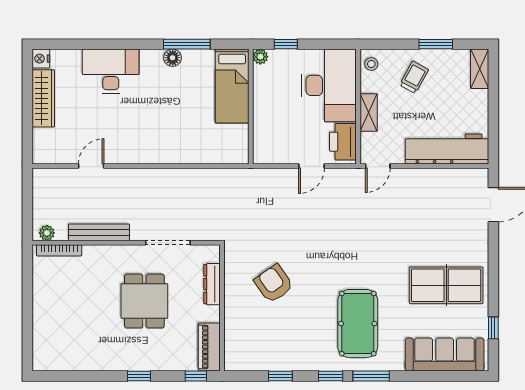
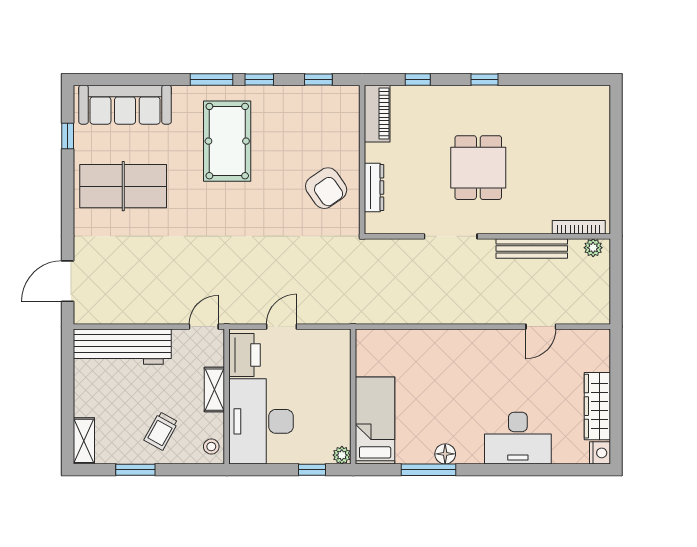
dresser: (212, 284) -> (374, 187), moved
wall: (222, 308) -> (362, 160), moved
piano: (209, 347) -> (377, 114), moved

